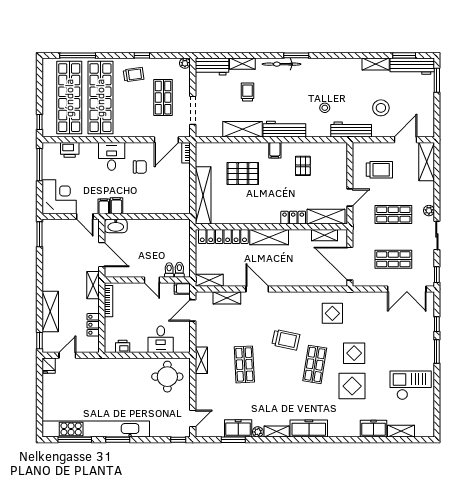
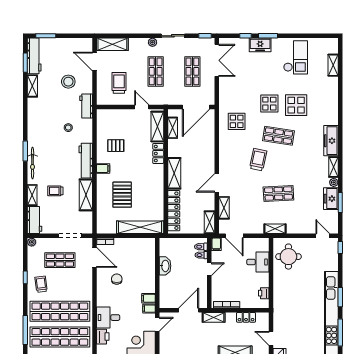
workbench: (351, 130) -> (86, 106), width x0.73
desk: (112, 156) -> (108, 318), moved
washbasin: (116, 226) -> (165, 266), moved
checkout: (411, 385) -> (296, 57), turned 180
freezer: (373, 429) -> (260, 45), moved, turned -90

